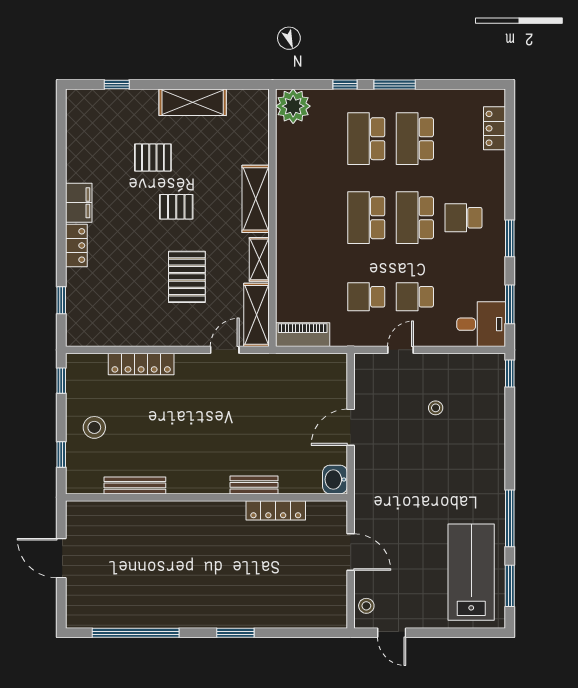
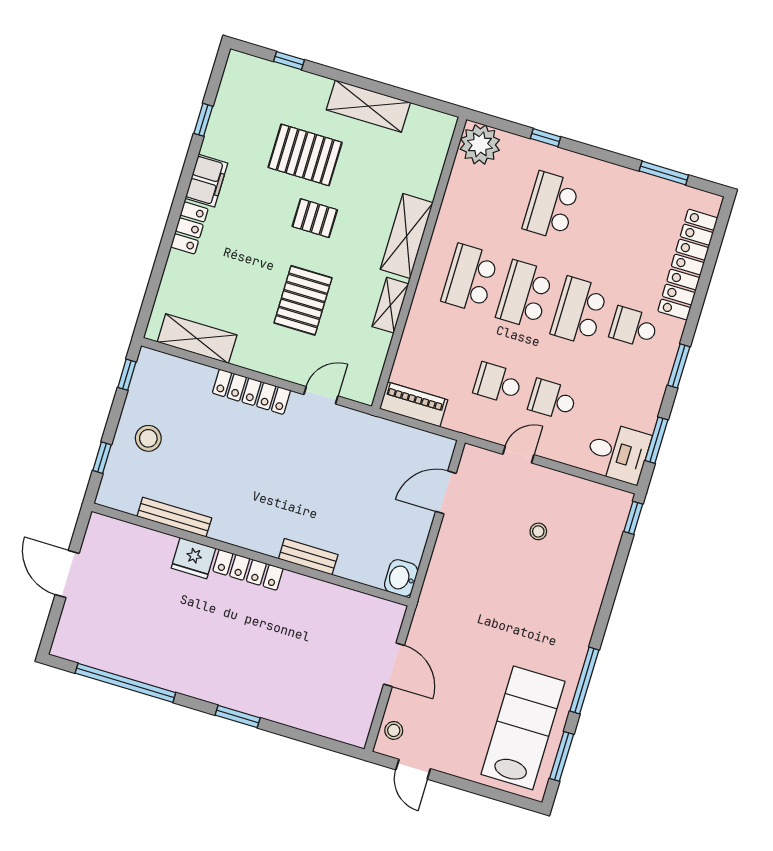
window: (395, 84) -> (664, 173), moved
locker: (495, 128) -> (688, 265), width x2.16, depth x1.21
school desk: (415, 139) -> (470, 278), moved
pallet: (153, 158) -> (305, 155), width x1.50, depth x1.42
window: (61, 300) -> (203, 120), moved
shelving: (257, 315) -> (197, 339), moved, turned 90
locker: (141, 364) -> (251, 392), moved
door: (351, 427) -> (446, 492), moved
locker: (276, 510) -> (248, 570), moved
fridge: (161, 514) -> (193, 558), added

